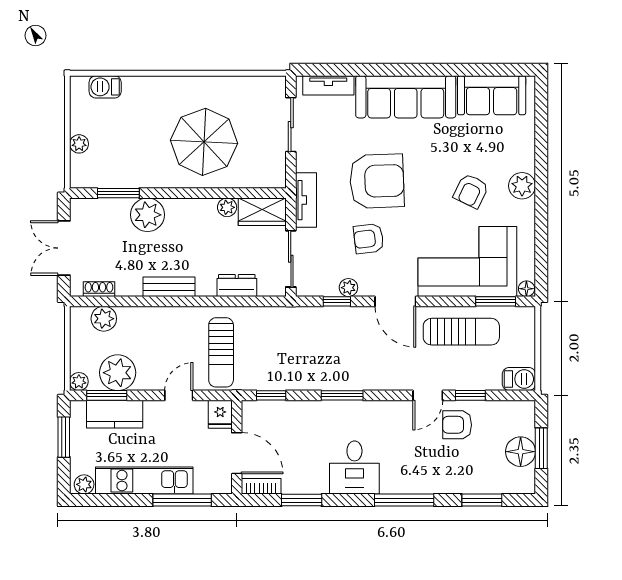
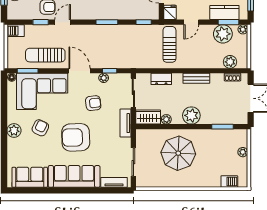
armchair: (377, 181) -> (76, 137), moved
plant: (148, 215) -> (191, 115), moved

